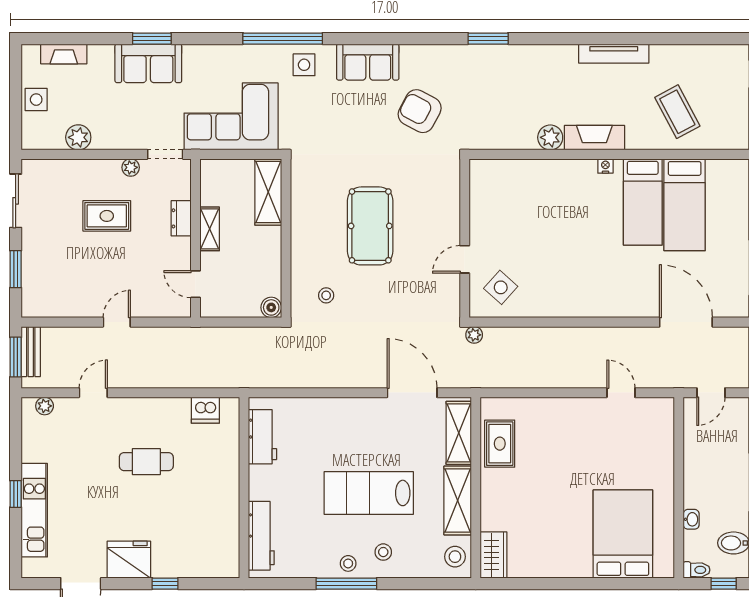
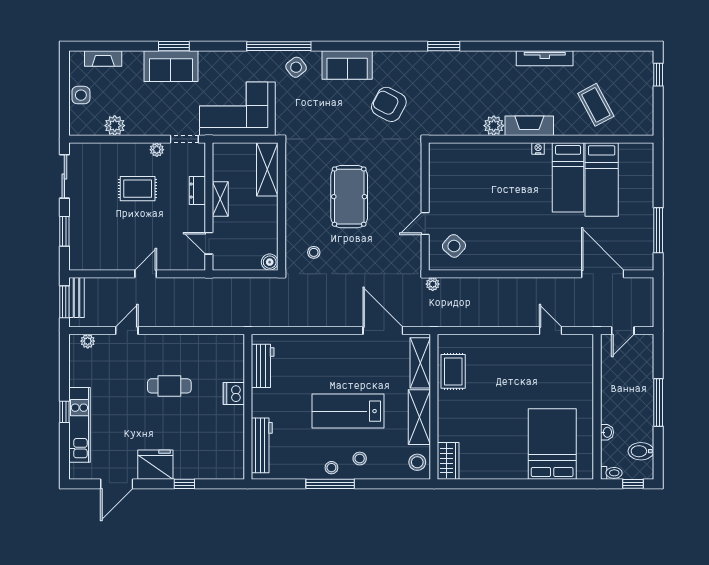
side table: (304, 65) -> (296, 67), turned -38
dishwasher: (205, 410) -> (234, 393), moved, turned 90

